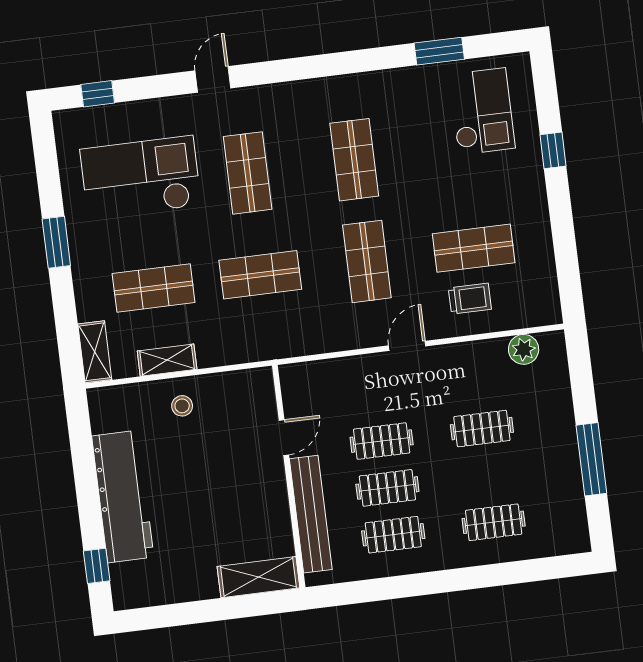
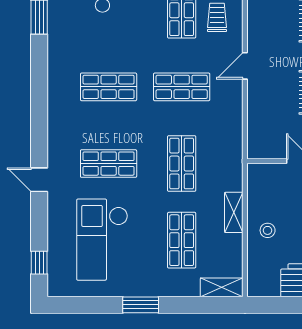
door: (407, 346) -> (245, 66), hinge flipped
shelving: (167, 360) -> (234, 212), moved

